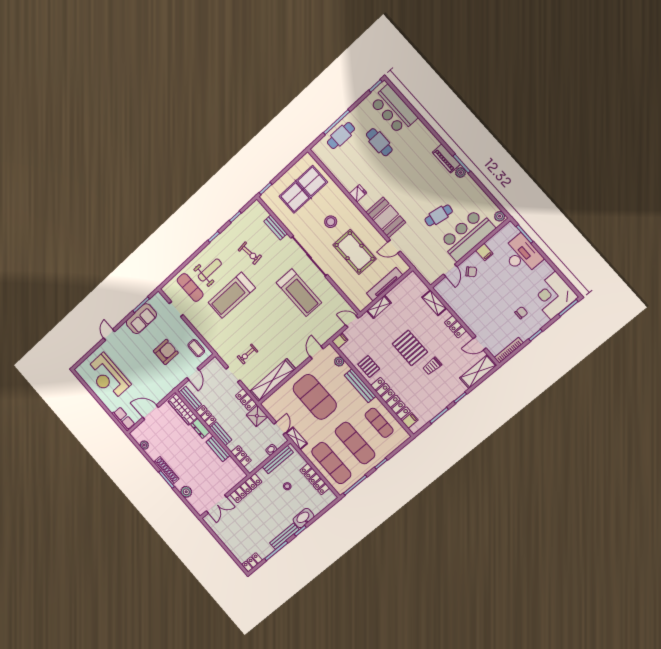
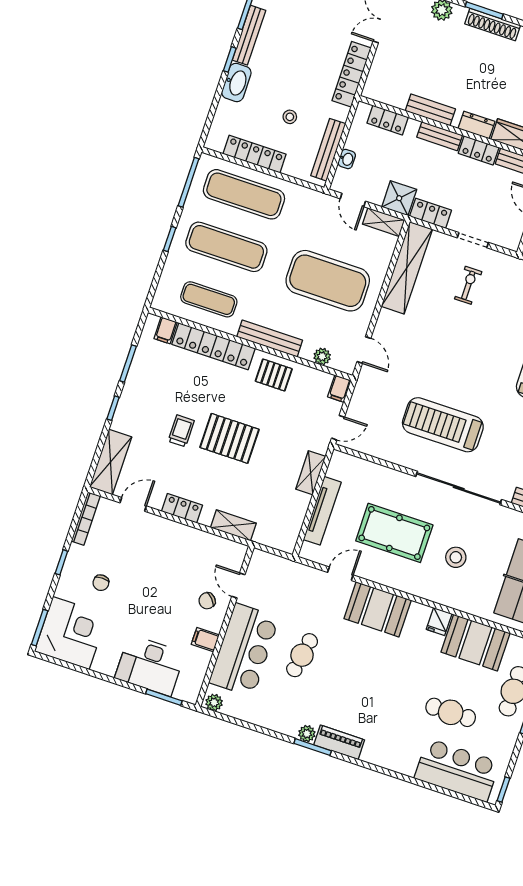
booth: (346, 172) -> (475, 643), added
shelving: (297, 438) -> (384, 222), moved

